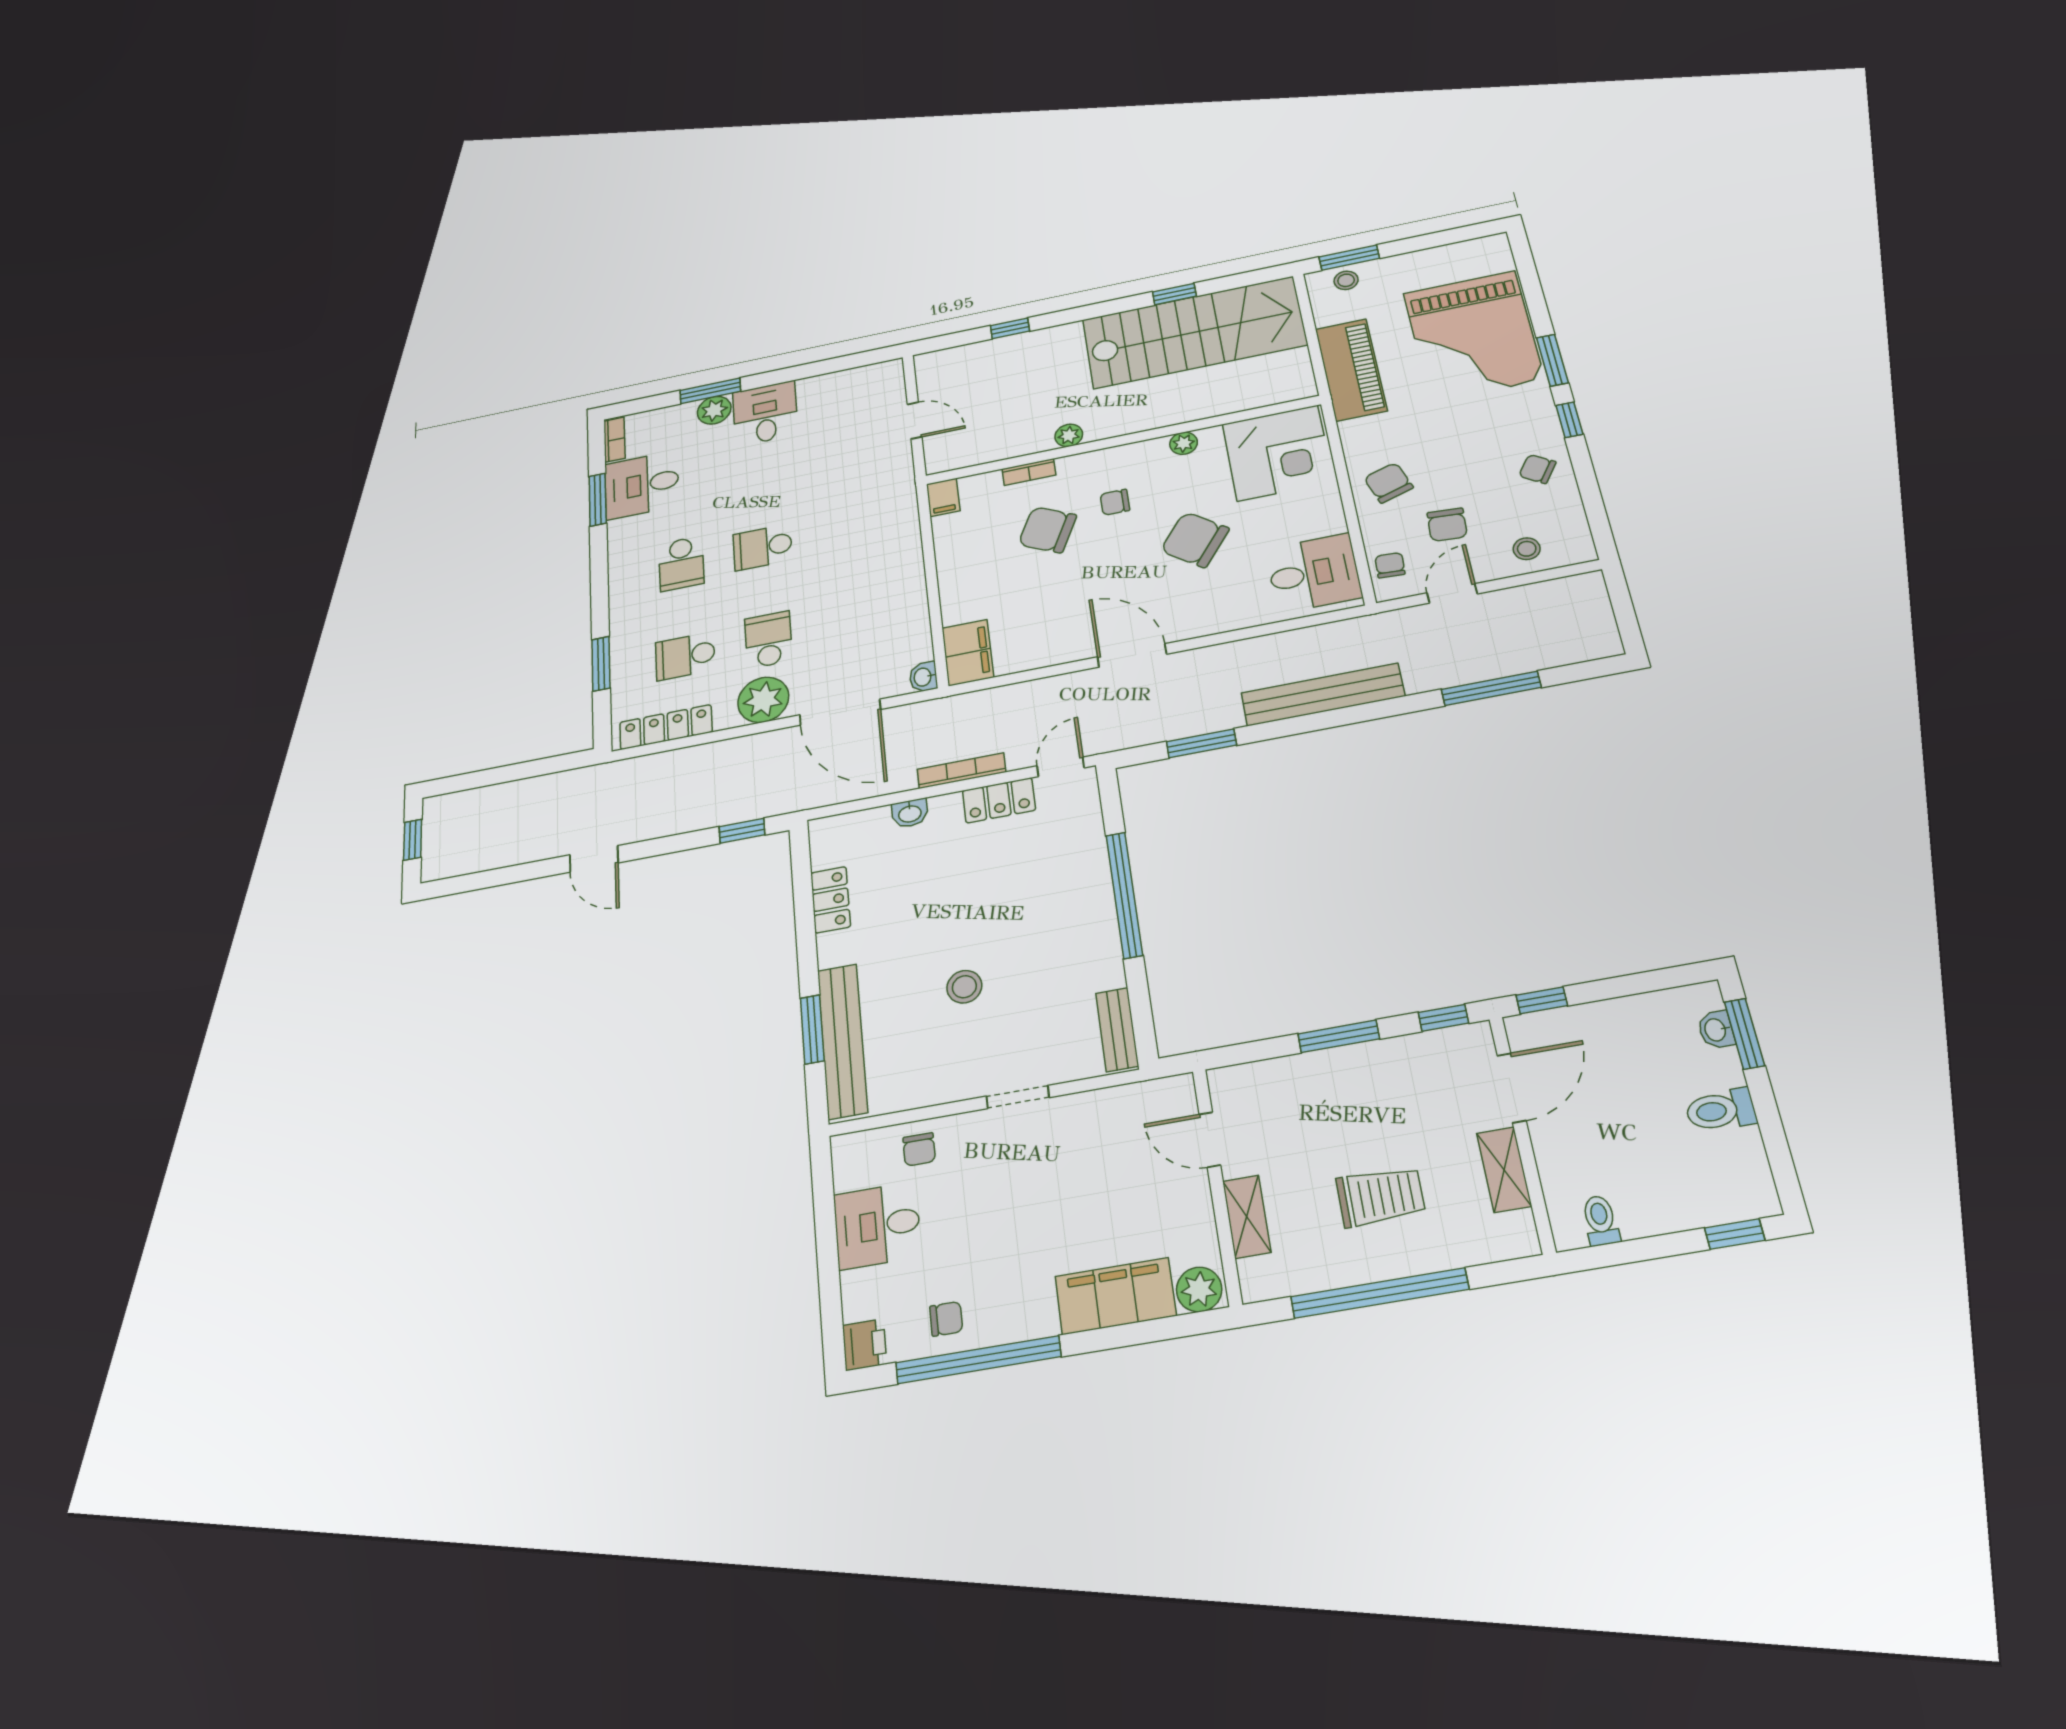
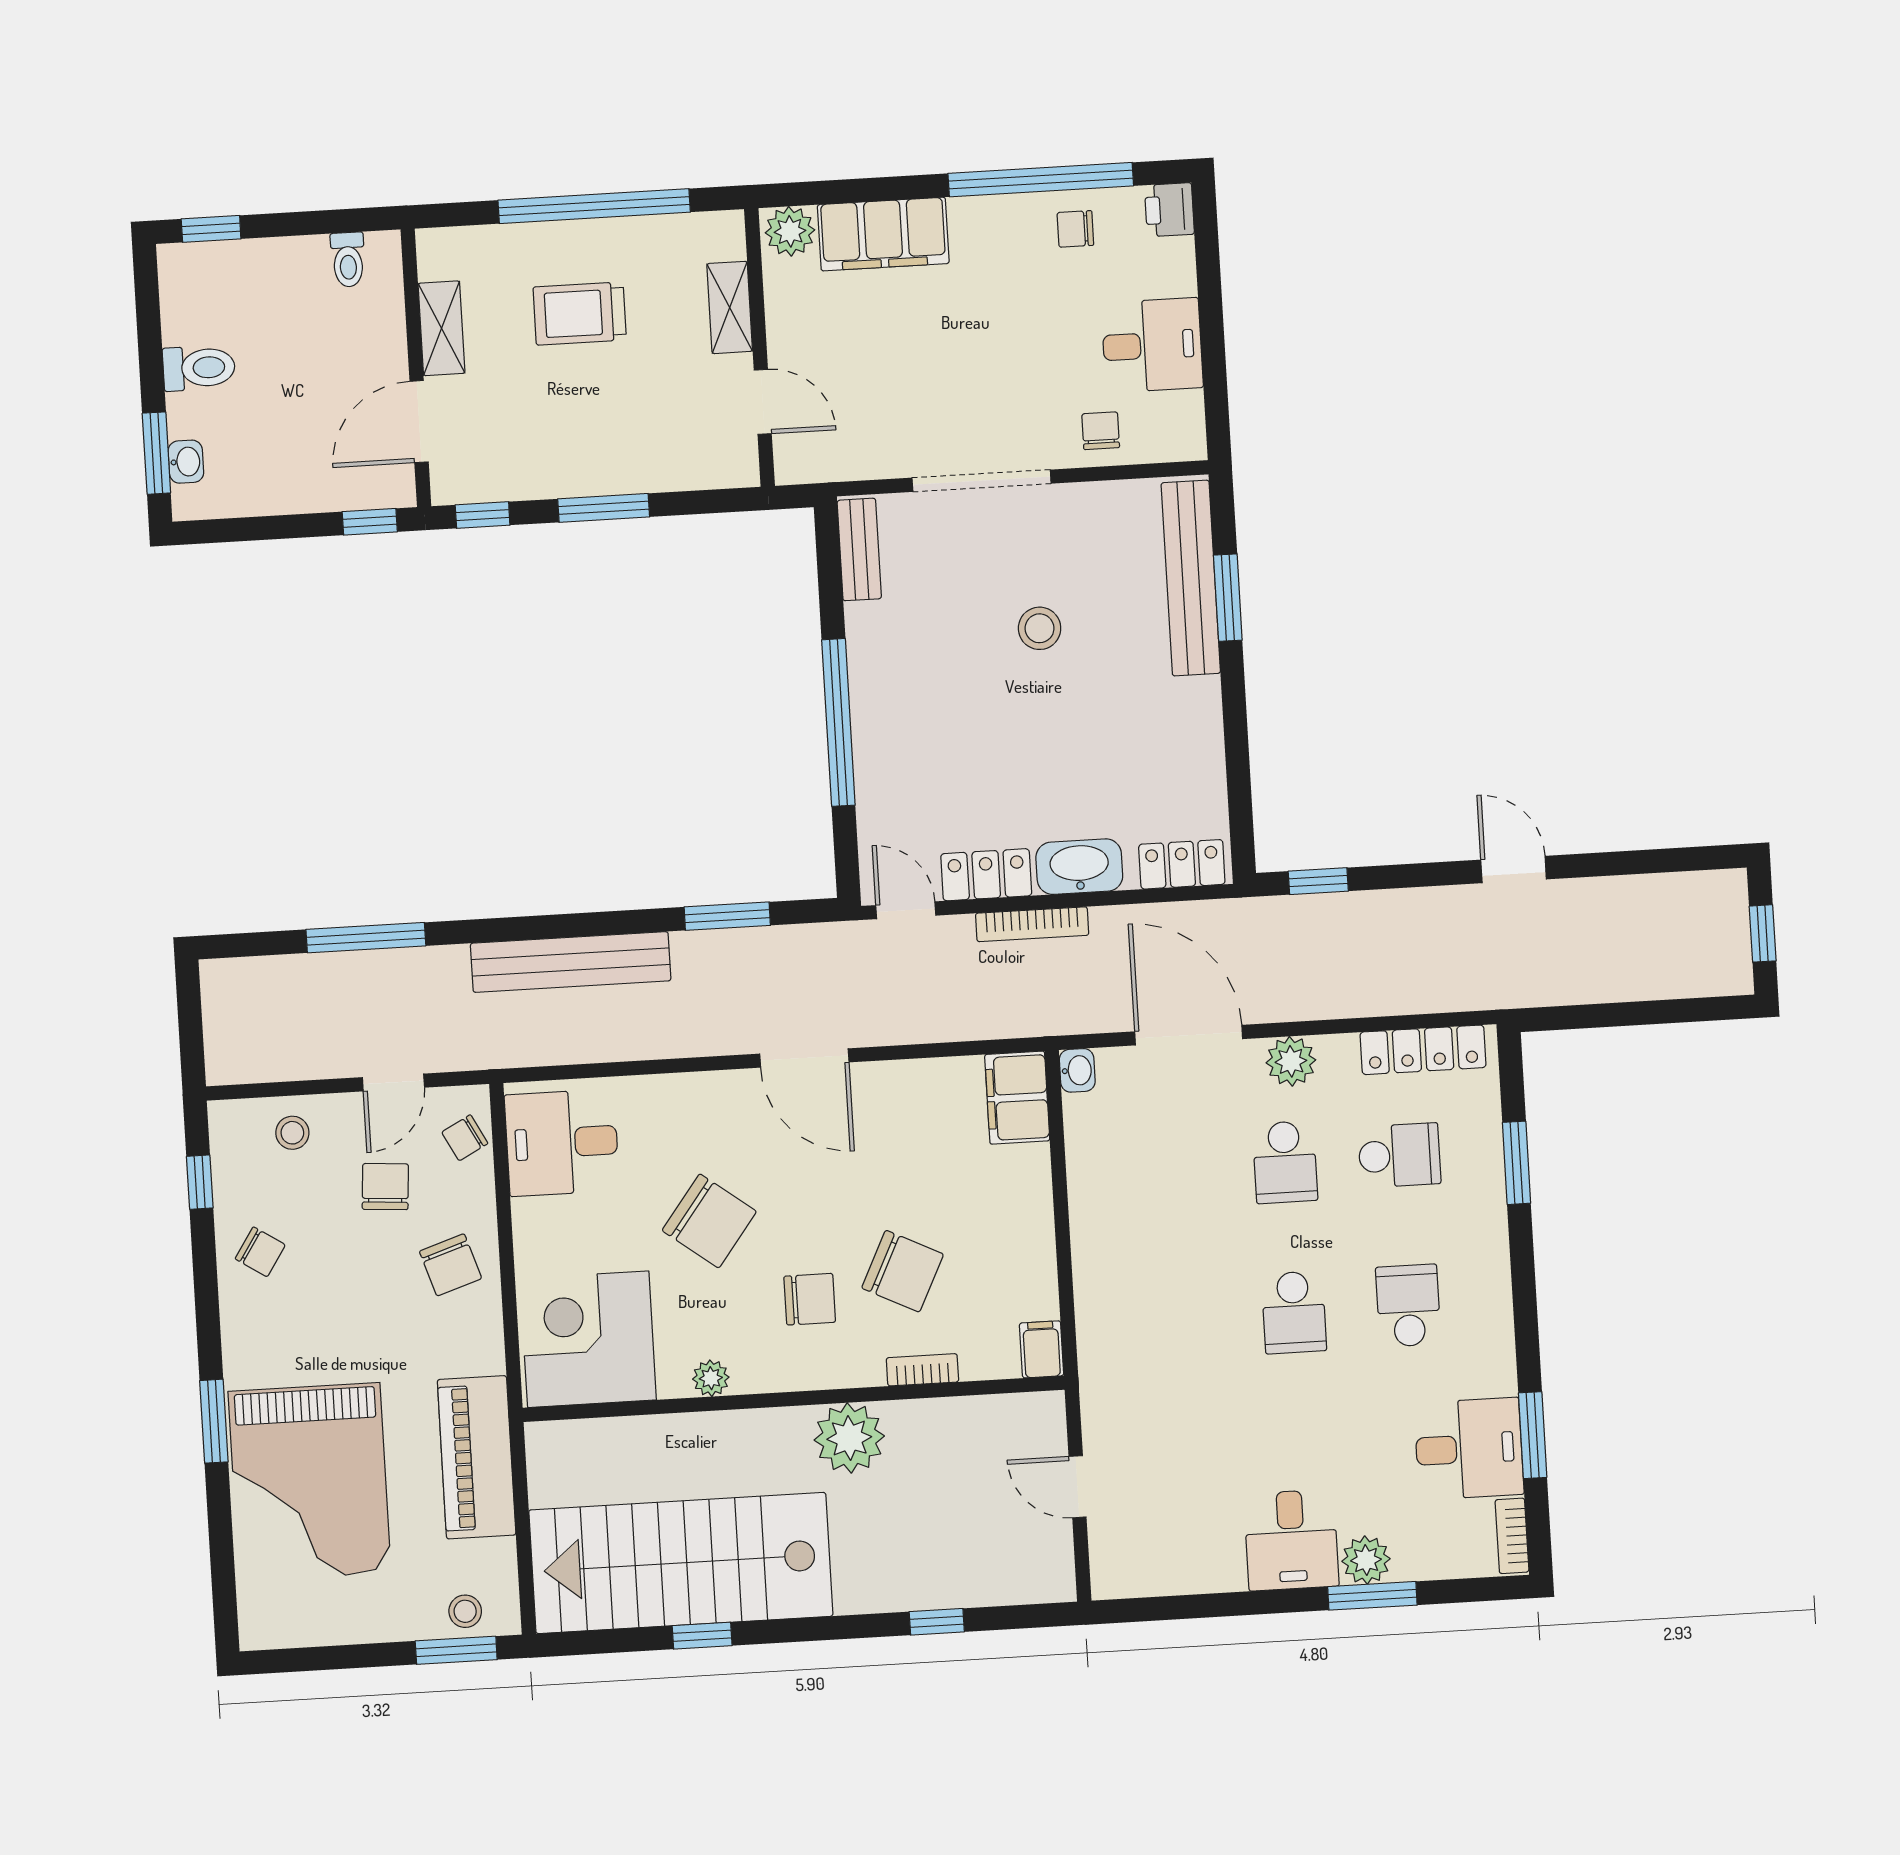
grand piano: (1473, 336) -> (310, 1482), turned 180
window: (1569, 420) -> (200, 1182), moved
plant: (1069, 435) -> (849, 1438), width x1.88, depth x1.88
chair: (1115, 502) -> (810, 1299), width x1.37, depth x1.37
school desk: (763, 547) -> (1294, 1312), turned 90
chair: (1390, 565) -> (465, 1138), turned 59
plant: (763, 700) -> (1291, 1061), width x0.73, depth x0.73
door: (1061, 767) -> (906, 910), swing flipped
washbasin: (910, 813) -> (1079, 867), width x1.91, depth x1.45
locker: (831, 900) -> (1182, 864), moved, turned 90
doorway: (1018, 1097) -> (982, 481), width x1.88

